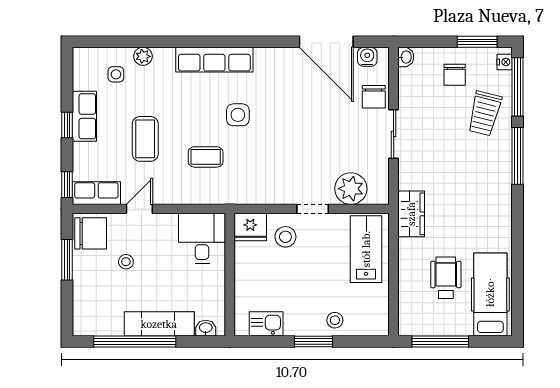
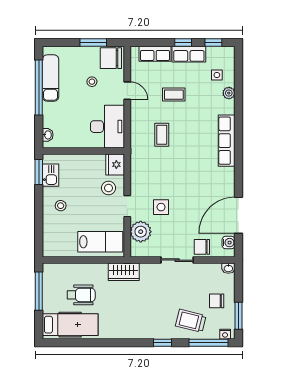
side table: (238, 115) -> (161, 207), moved
coffee table: (145, 139) -> (174, 95), width x0.73, depth x0.77
window: (517, 156) -> (162, 343), width x0.46
window: (67, 185) -> (213, 42), moved
row of seats: (96, 193) -> (155, 54), moved, turned 90
chair: (91, 233) -> (111, 58), turned 90
desk: (202, 238) -> (107, 127), width x1.37
stool: (335, 320) -> (61, 206), moved
exam couch: (159, 324) -> (51, 78), moved
window: (313, 341) -> (39, 172), moved

